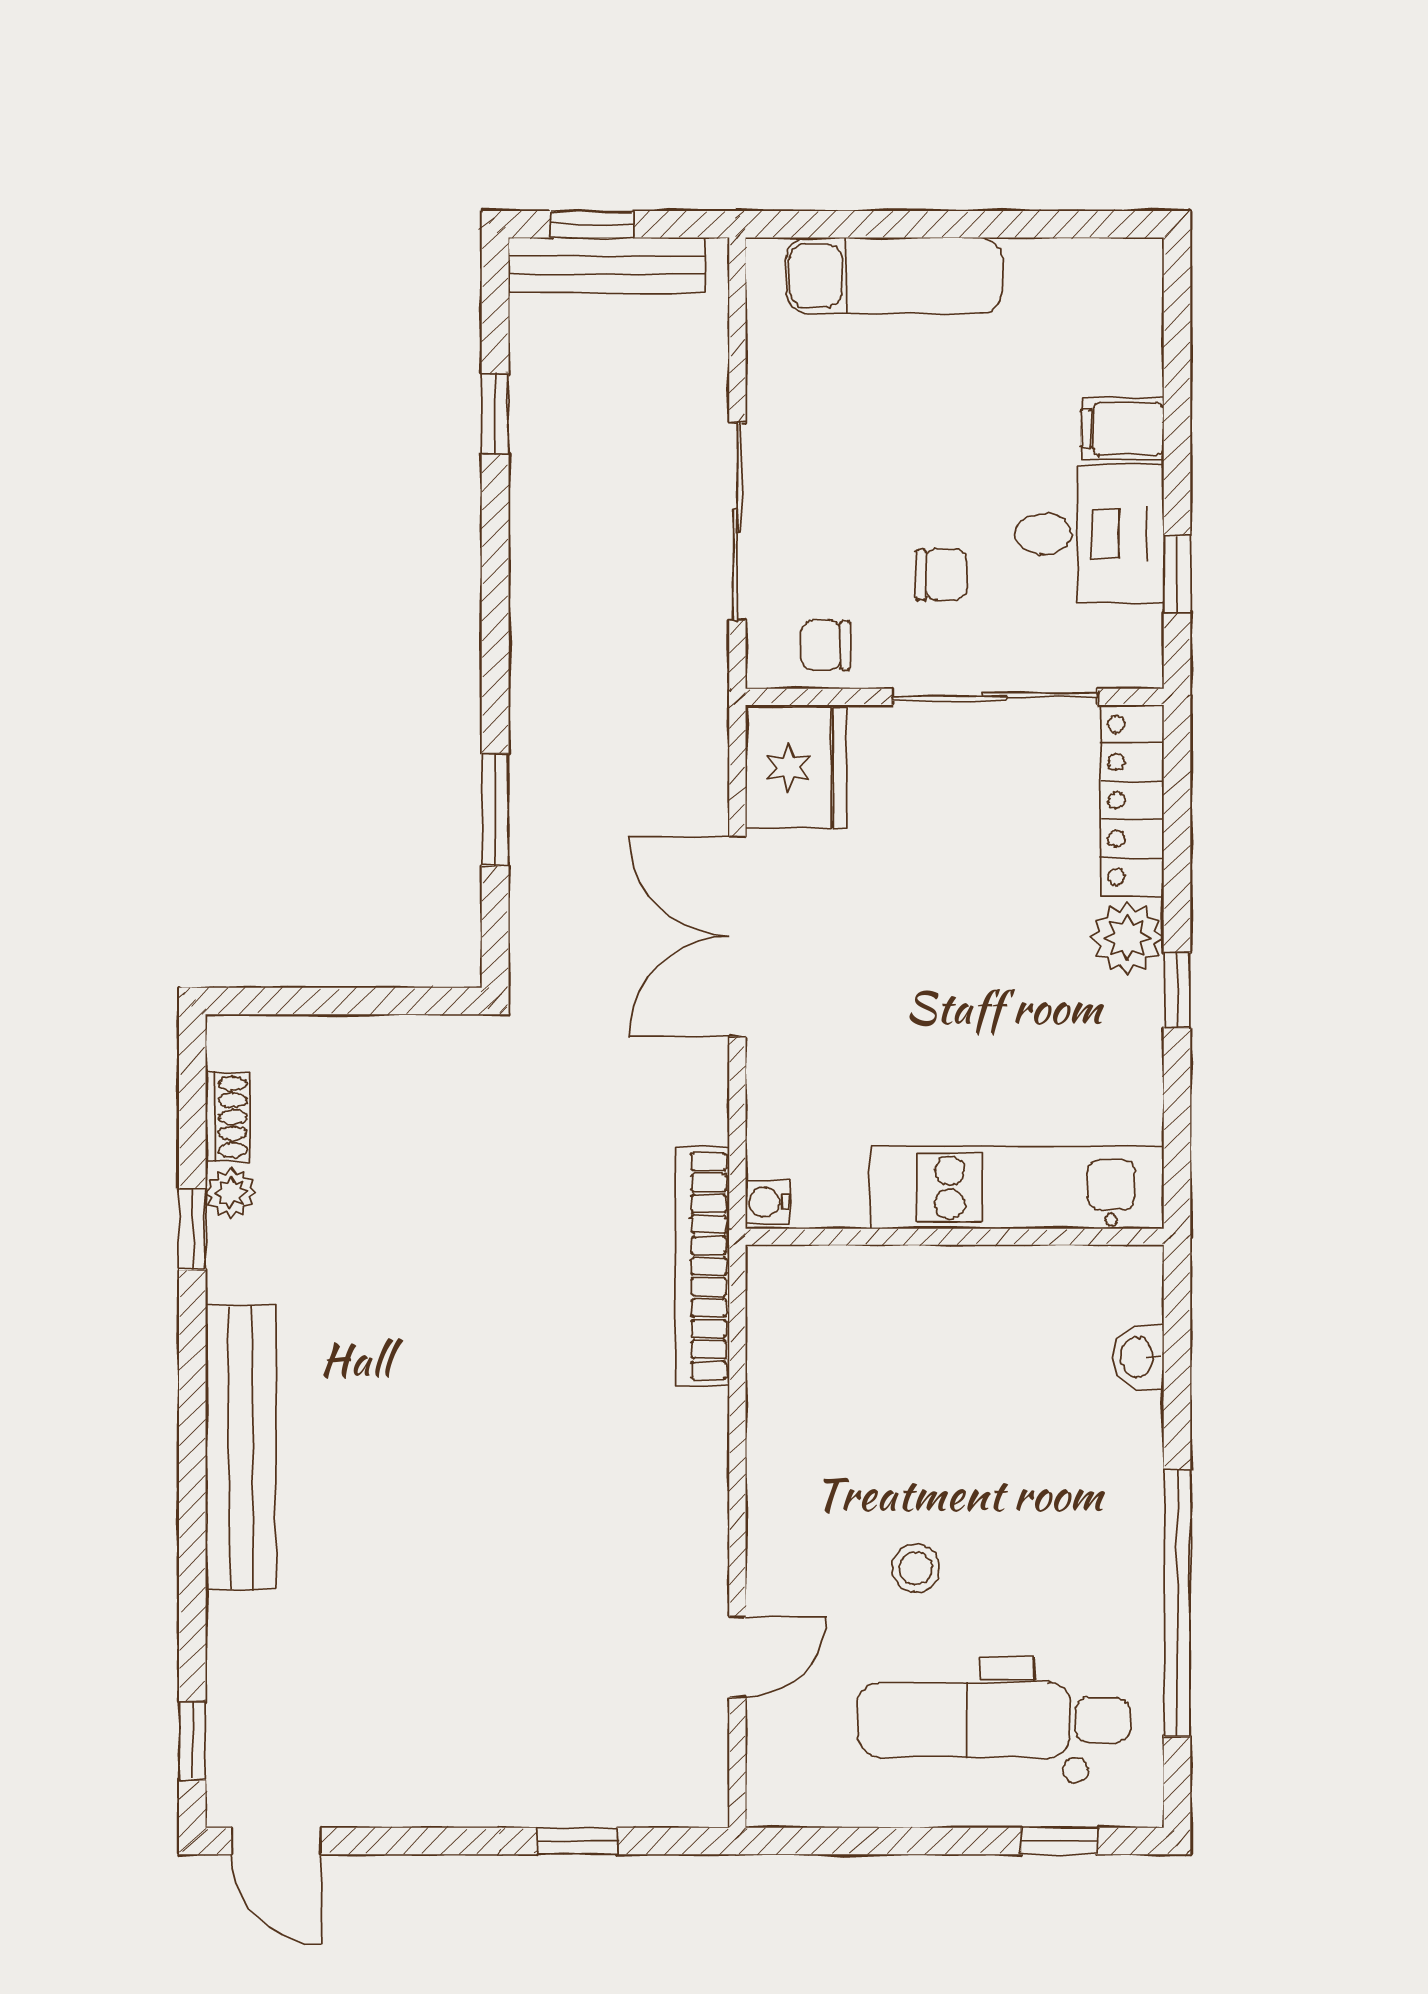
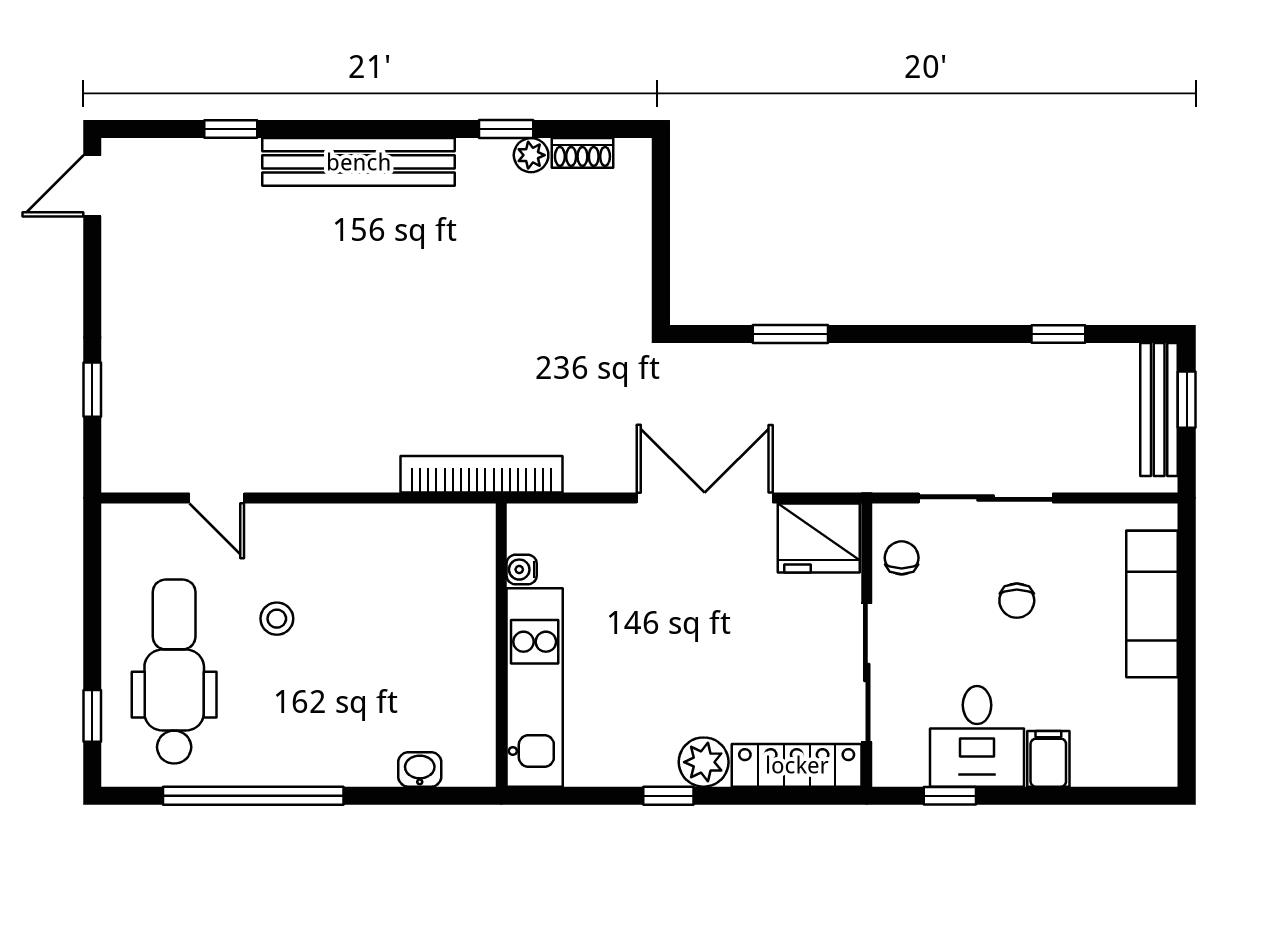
chair: (941, 575) -> (1017, 601), moved
water cooler: (767, 1202) -> (522, 570), moved, turned -90
window: (192, 1741) -> (231, 129), moved

